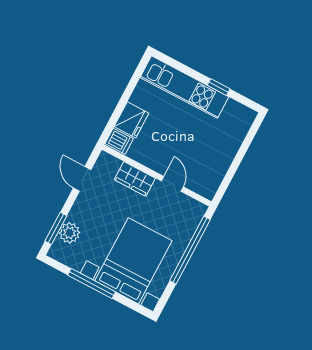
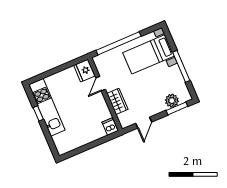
kitchen unit: (184, 87) -> (47, 107), moved
fridge: (131, 120) -> (84, 71), moved, turned -90
bed with nightstands: (133, 261) -> (148, 54), width x0.73

